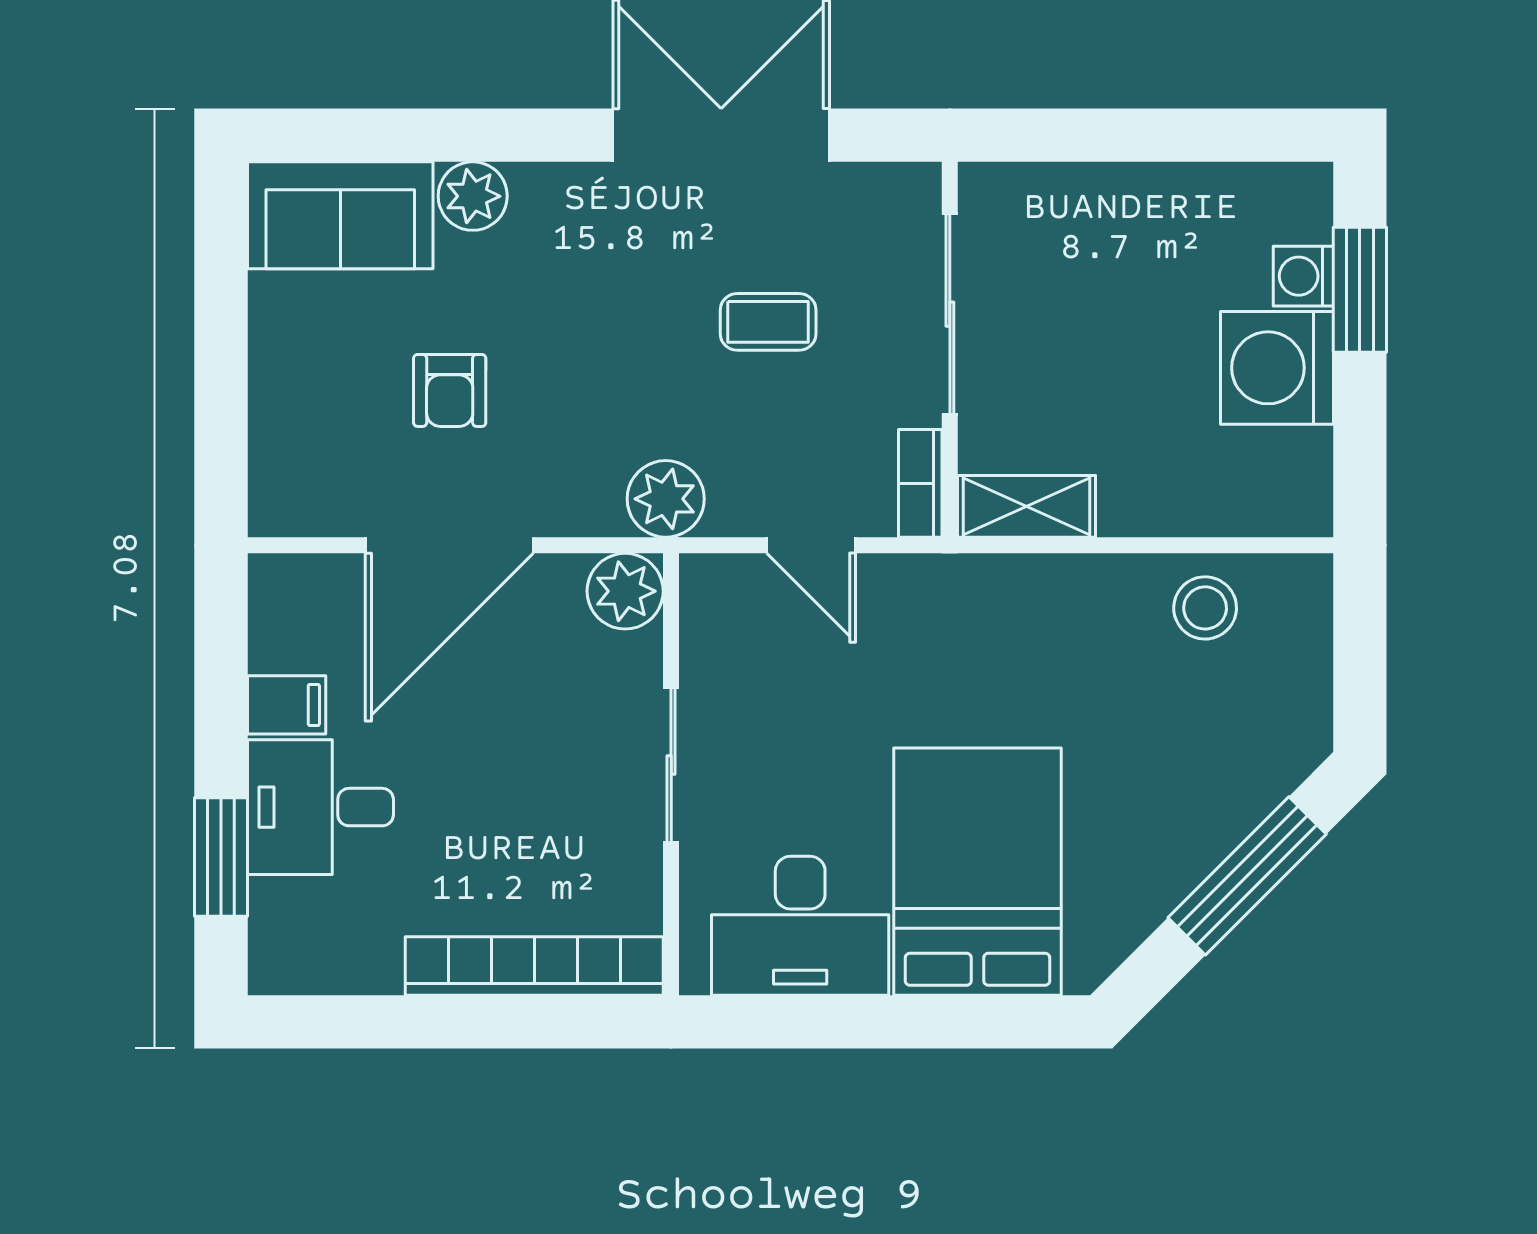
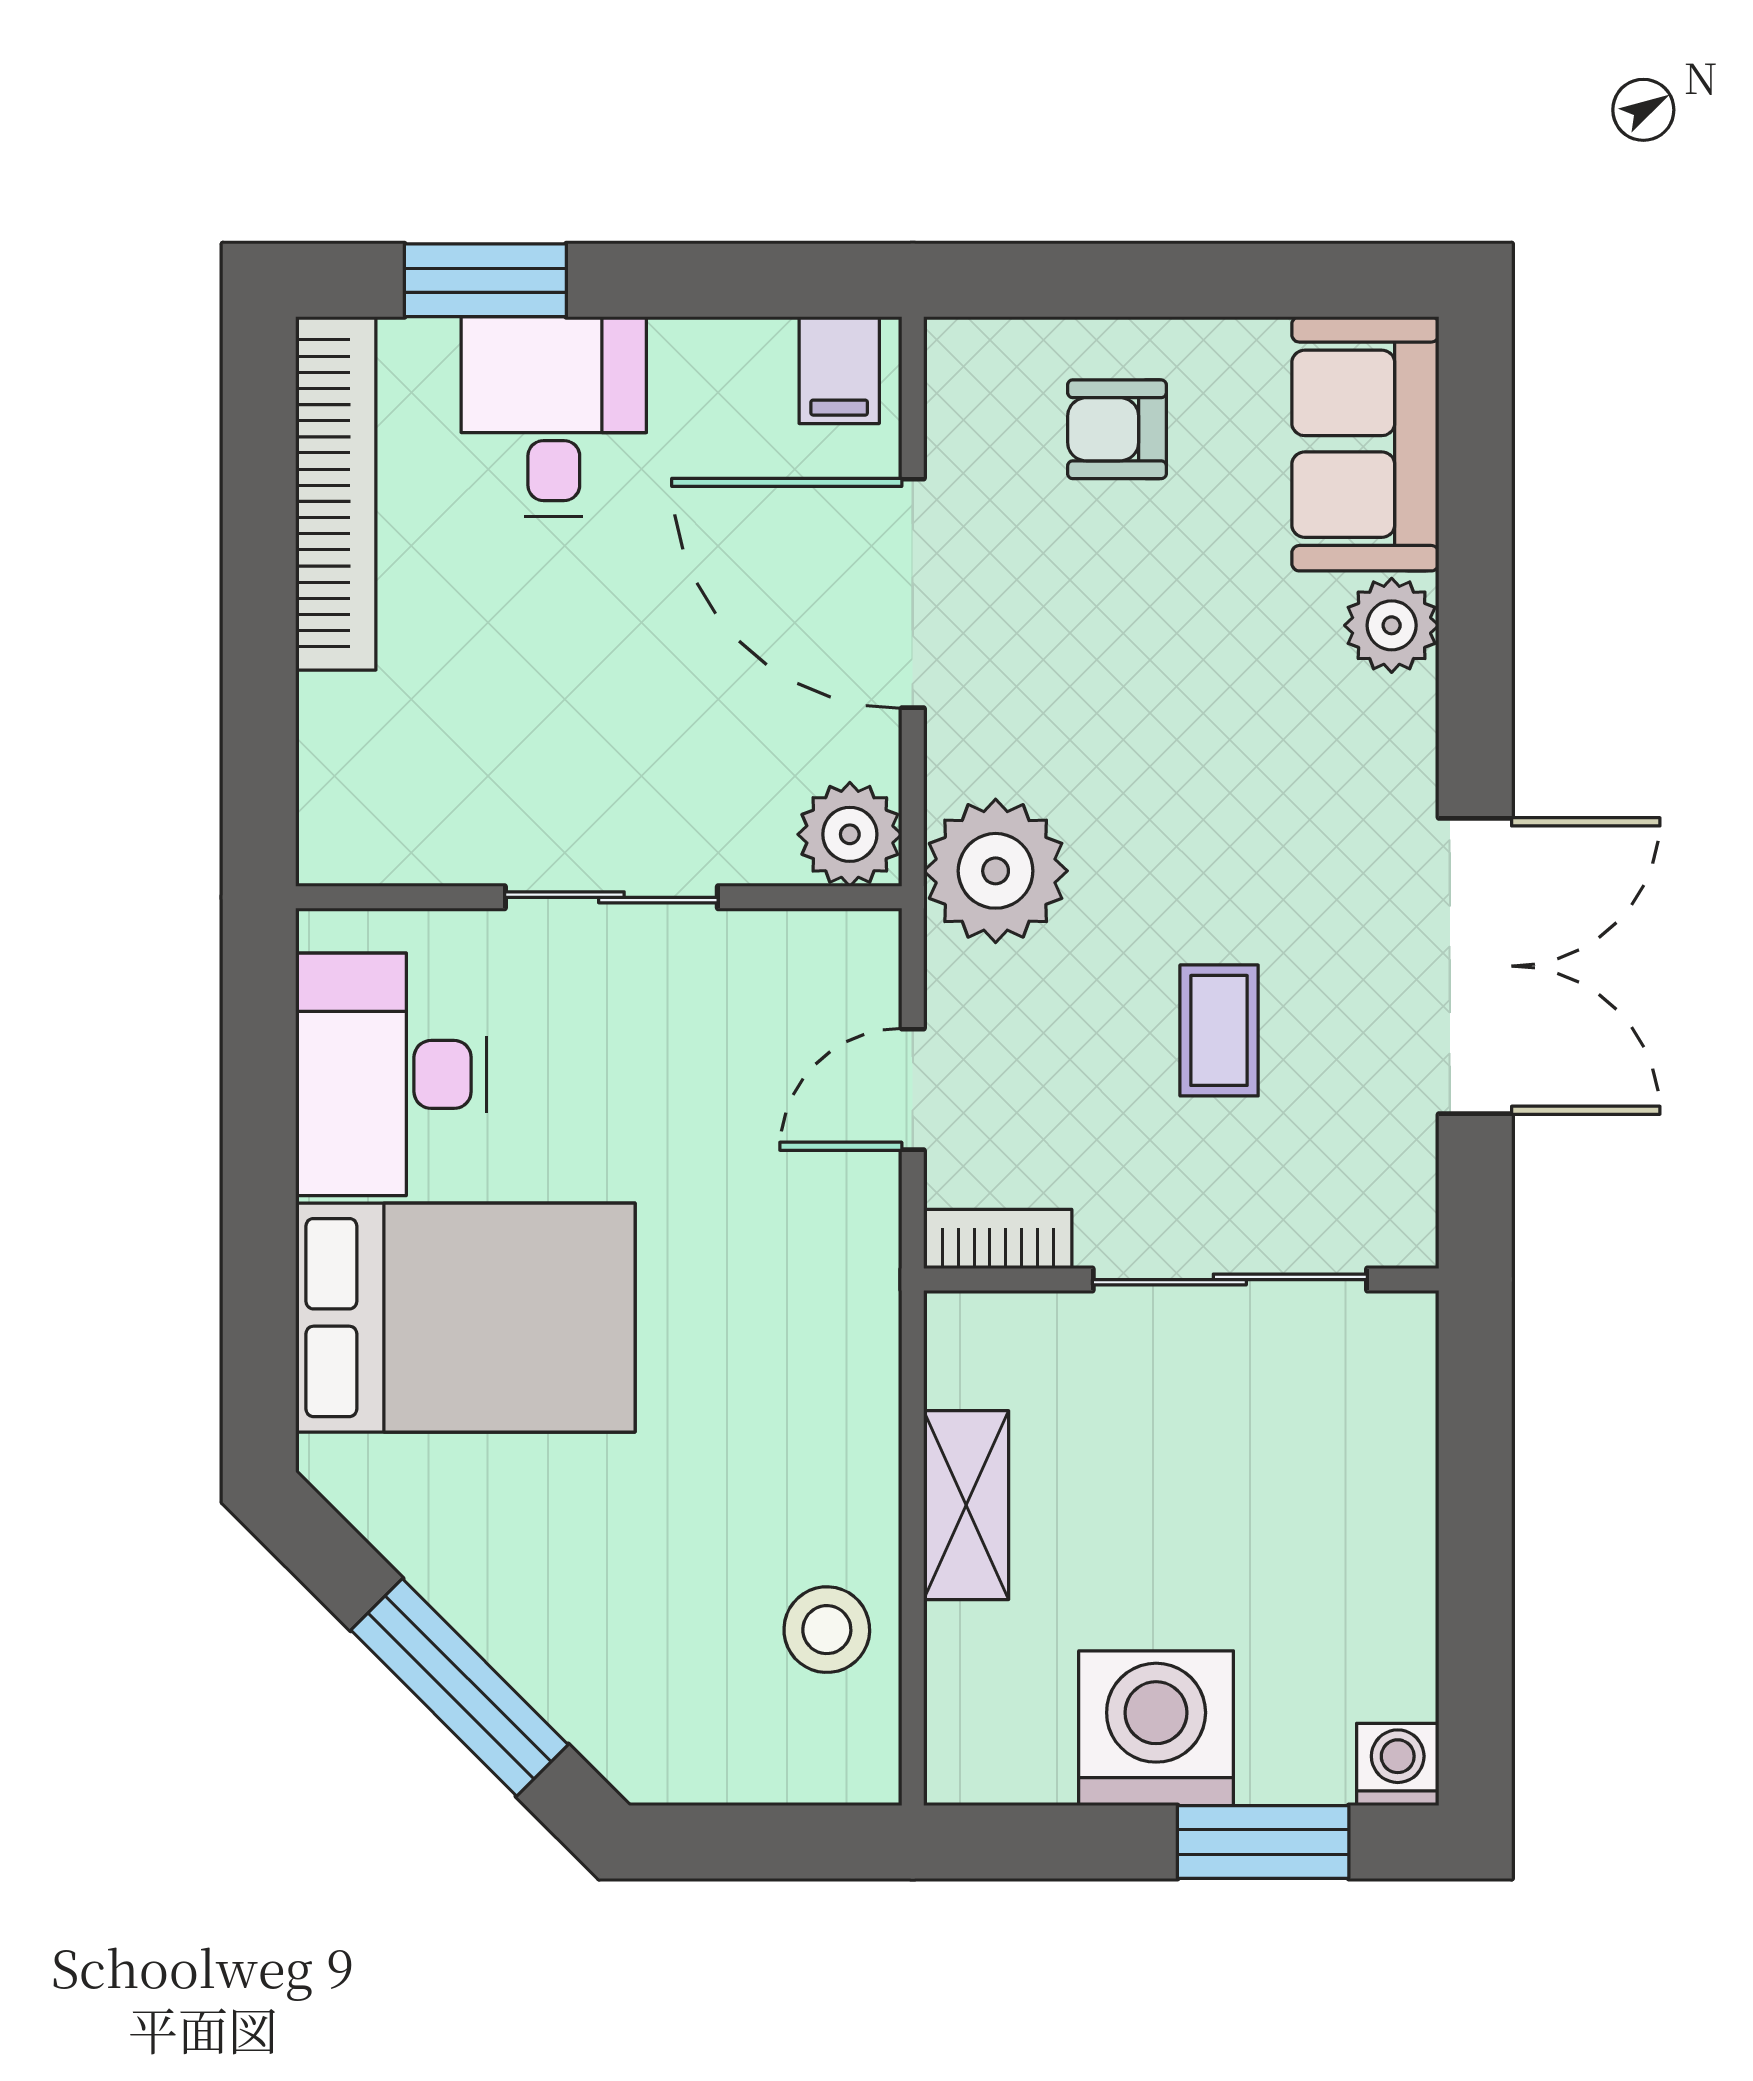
washing machine: (1303, 276) -> (1398, 1764), moved
armchair: (450, 390) -> (1117, 429), moved
plant: (666, 499) -> (996, 871), width x1.36, depth x1.36
shelving: (1027, 506) -> (966, 1505), moved
filing cabinet: (287, 705) -> (839, 370), moved
bookcase: (534, 966) -> (336, 493), moved

